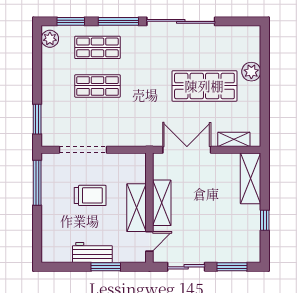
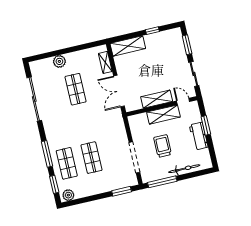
sliding door: (181, 21) -> (34, 99), moved
shop shelf: (204, 86) -> (76, 89), width x0.70, depth x0.74
bicycle: (49, 220) -> (184, 169), added

